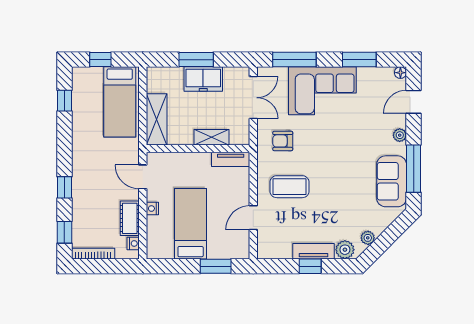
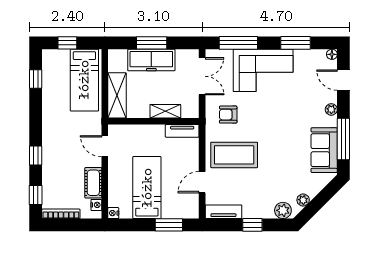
freezer: (203, 79) -> (151, 60), width x1.40
door: (414, 102) -> (343, 80), hinge flipped
coffee table: (290, 187) -> (234, 155), width x1.36, depth x1.32
nightstand: (152, 209) -> (113, 213), moved
tv unit: (313, 251) -> (223, 212), moved

